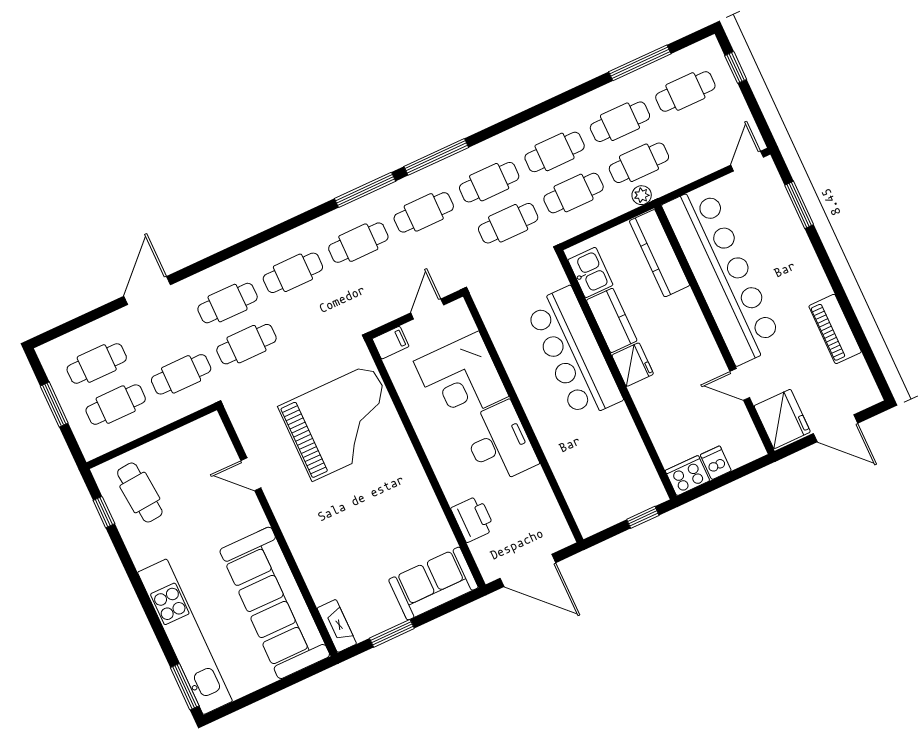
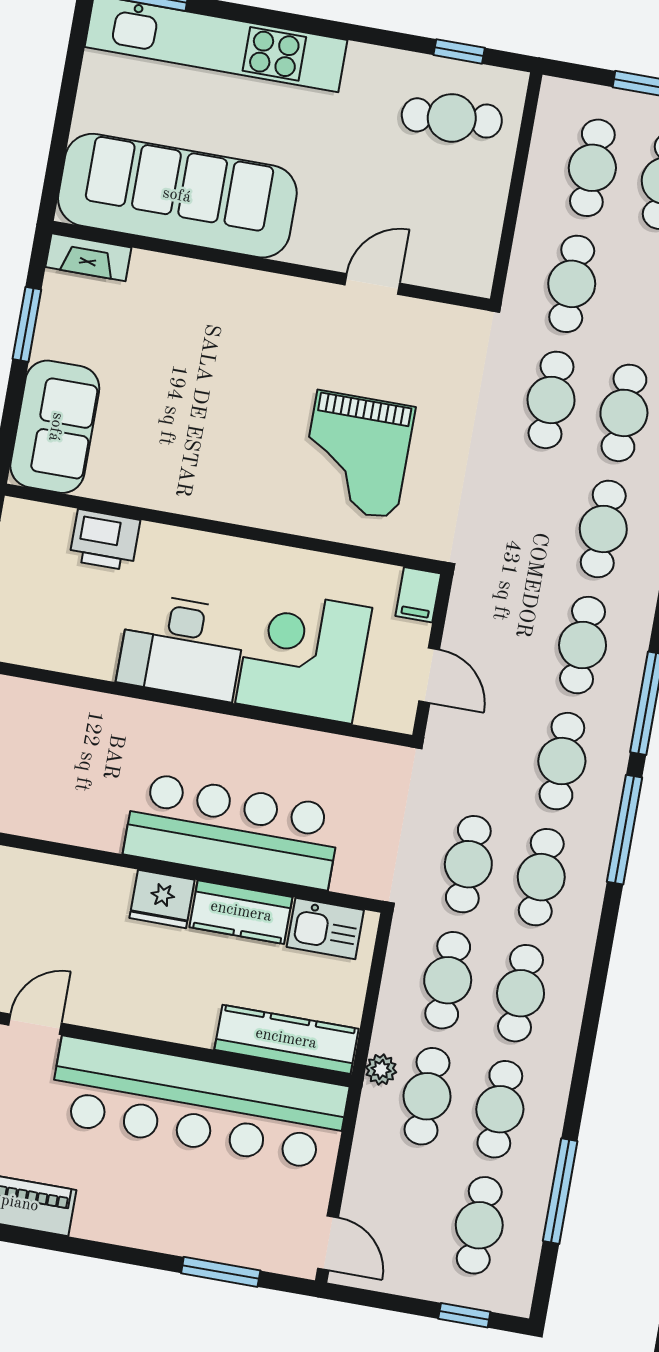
grand piano: (342, 422) -> (357, 455), width x0.73, depth x0.68

